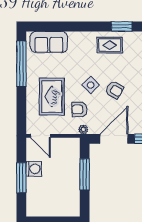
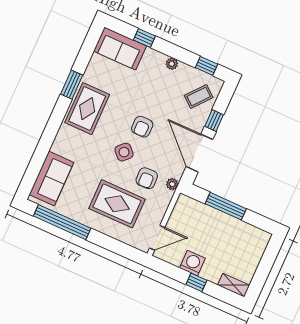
rug: (110, 45) -> (87, 109), width x1.36, depth x1.43
armchair: (114, 90) -> (142, 127), turned 150
window: (21, 178) -> (196, 282), width x0.46
shelving: (31, 205) -> (234, 285), added

